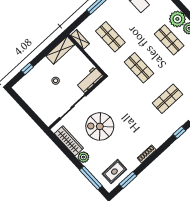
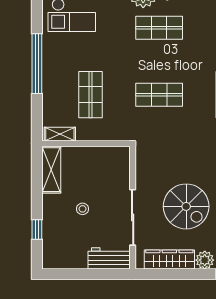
shop shelf: (110, 37) -> (90, 95), turned 90
workbench: (90, 80) -> (109, 258), moved, turned 90
spiral stairs: (100, 126) -> (186, 206), turned -90

